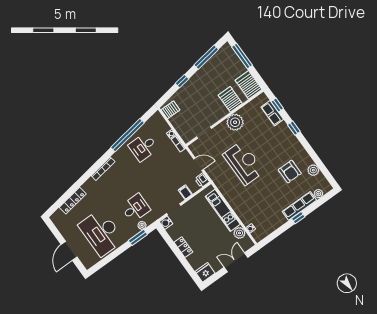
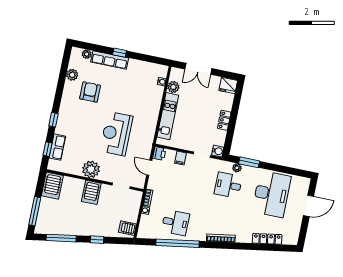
server rack: (230, 99) -> (91, 192), moved

